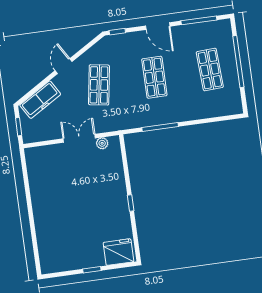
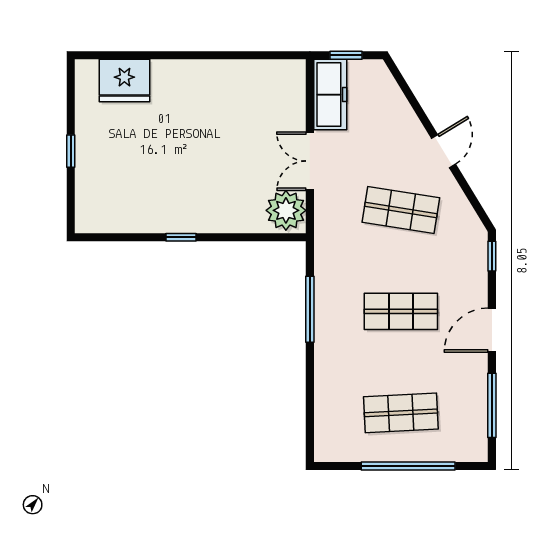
door: (64, 66) -> (444, 151), hinge flipped
freezer: (40, 100) -> (330, 95), moved, turned -149
double door: (79, 138) -> (310, 161), swing flipped
plant: (102, 143) -> (286, 210), width x1.87, depth x1.87
fridge: (118, 252) -> (124, 81), moved, turned 90

